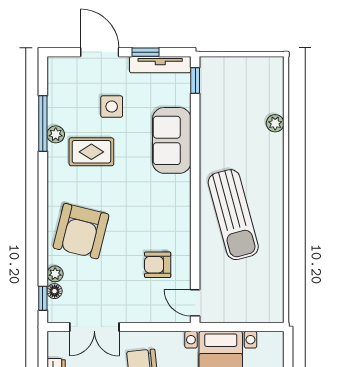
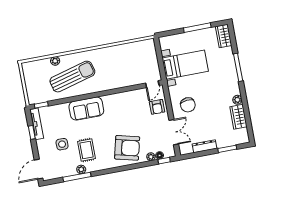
door: (100, 52) -> (39, 169), moved
sofa: (172, 140) -> (86, 109), moved
sun lounger: (233, 215) -> (72, 77), moved
armchair: (158, 265) -> (157, 107), moved

